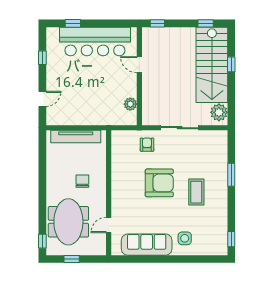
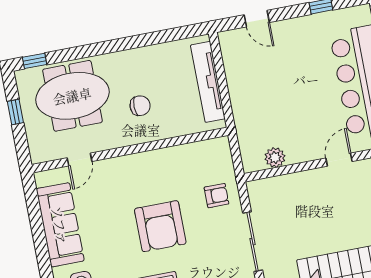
door: (109, 225) -> (79, 160), swing flipped

